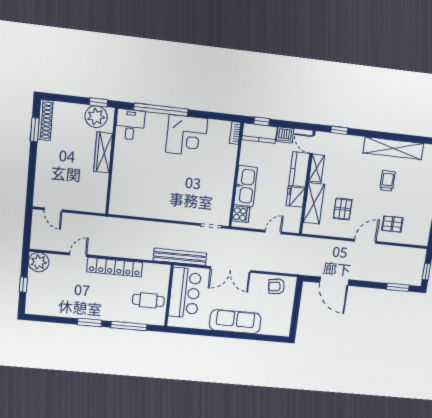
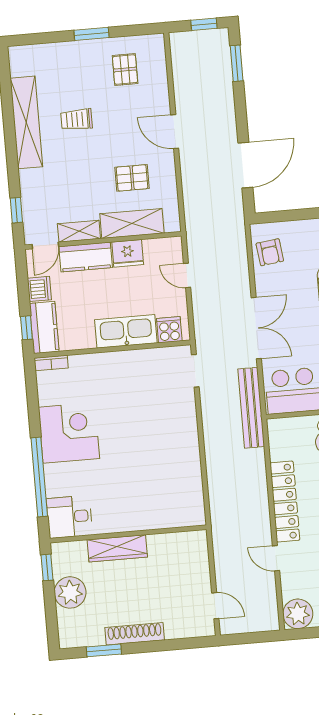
plant: (96, 117) -> (70, 592), moved
shoe rack: (45, 120) -> (135, 634), moved
door: (53, 210) -> (215, 606), hinge flipped
pallet: (392, 224) -> (125, 70), moved

